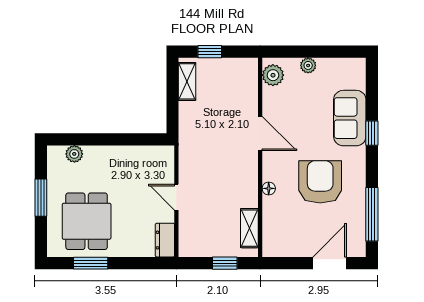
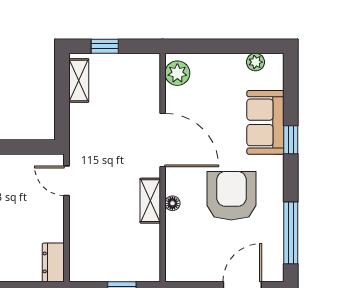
plant: (308, 65) -> (255, 62), moved
door: (260, 133) -> (163, 140), width x1.36
door: (176, 197) -> (67, 181), moved
shelving: (249, 228) -> (150, 201), moved

